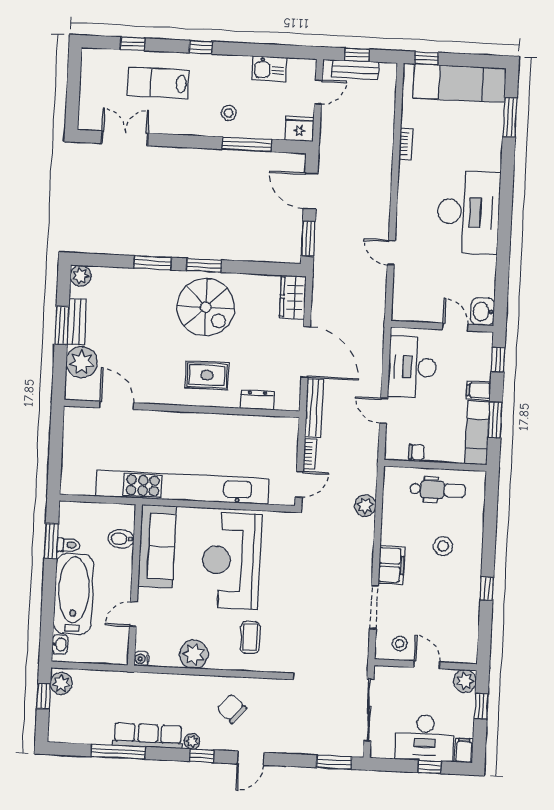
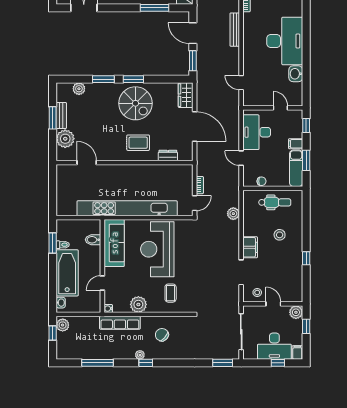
door: (391, 253) -> (241, 83), moved
plant: (81, 276) -> (79, 89), moved
washbasin: (483, 312) -> (296, 74), moved
bench: (314, 408) -> (235, 30), moved
row of seats: (148, 736) -> (120, 323), moved, turned 180
door: (251, 758) -> (174, 363), removed

